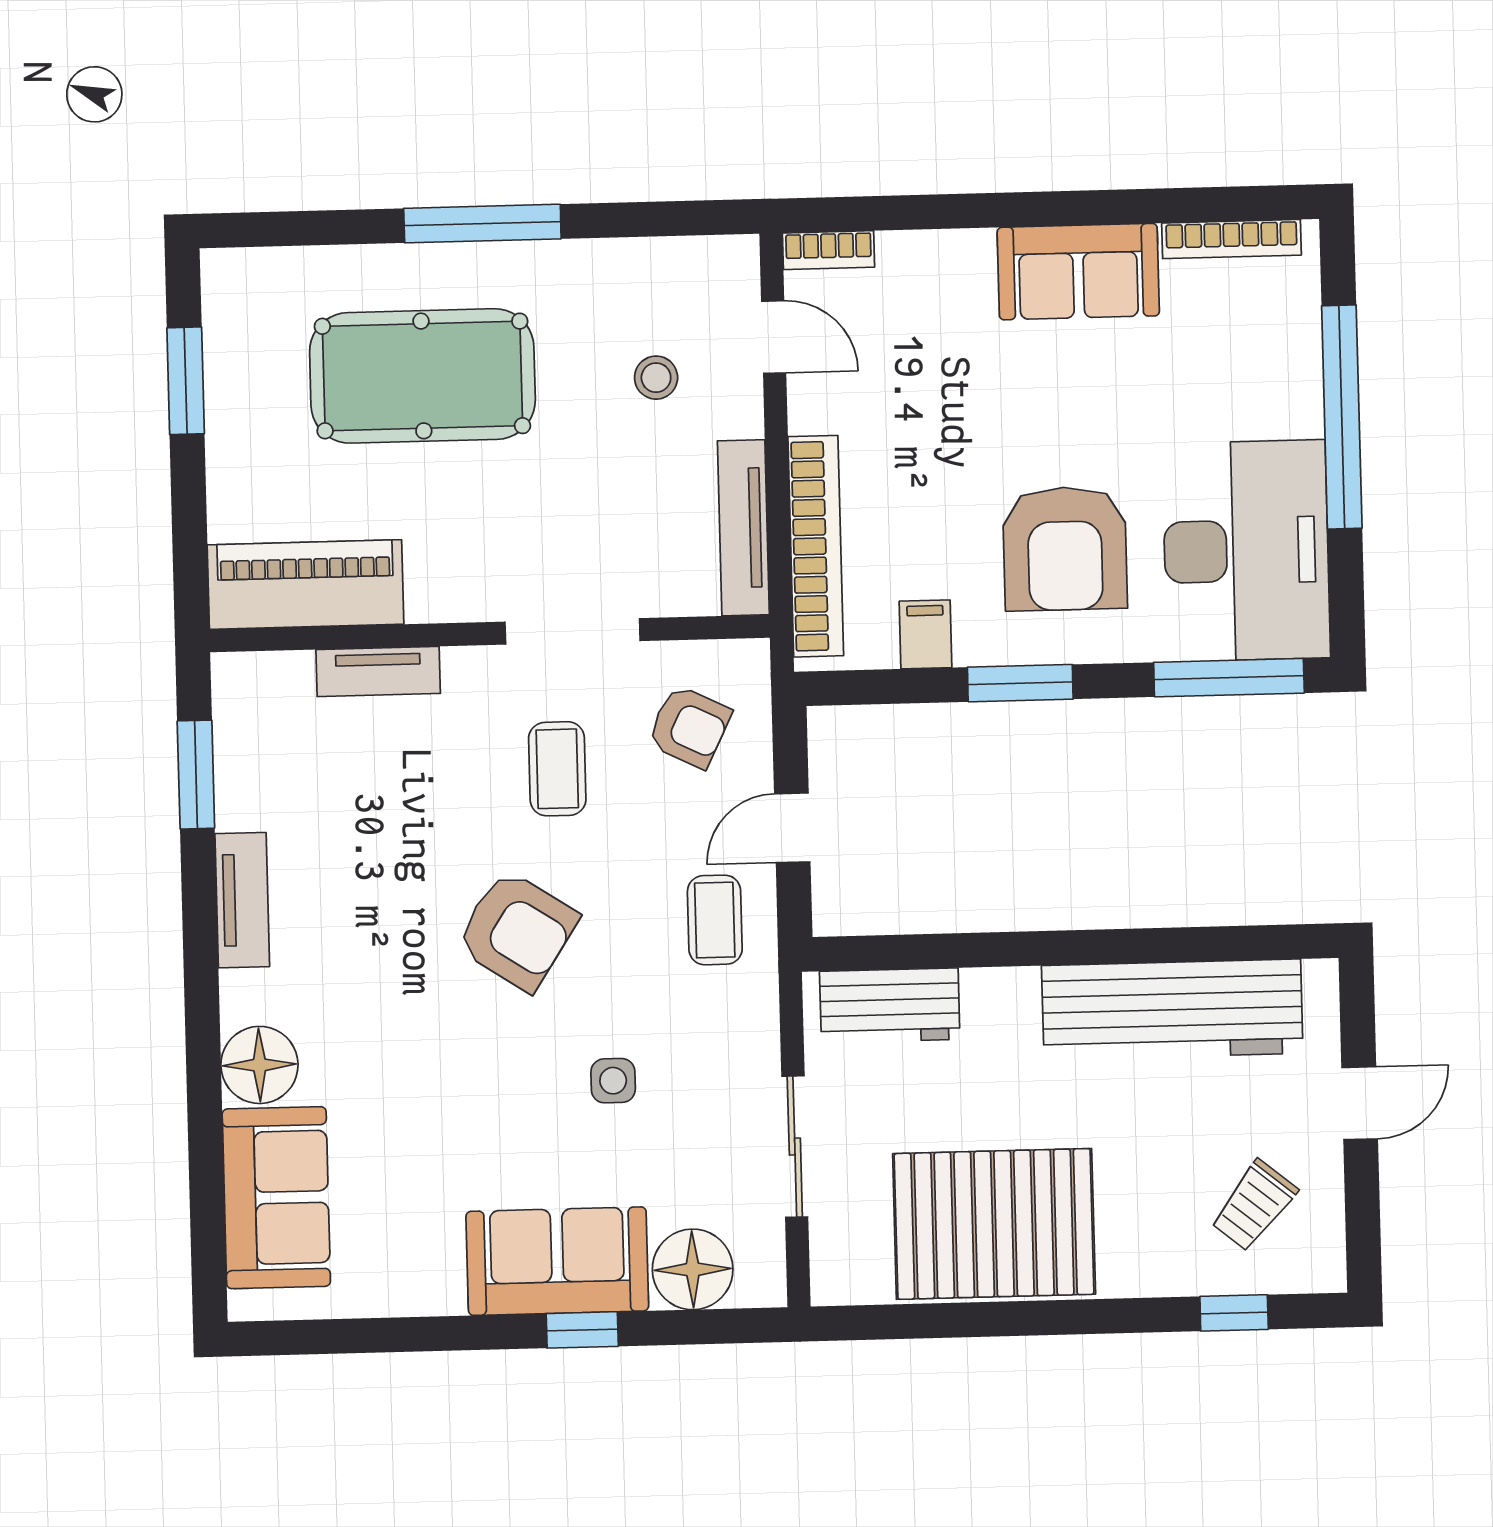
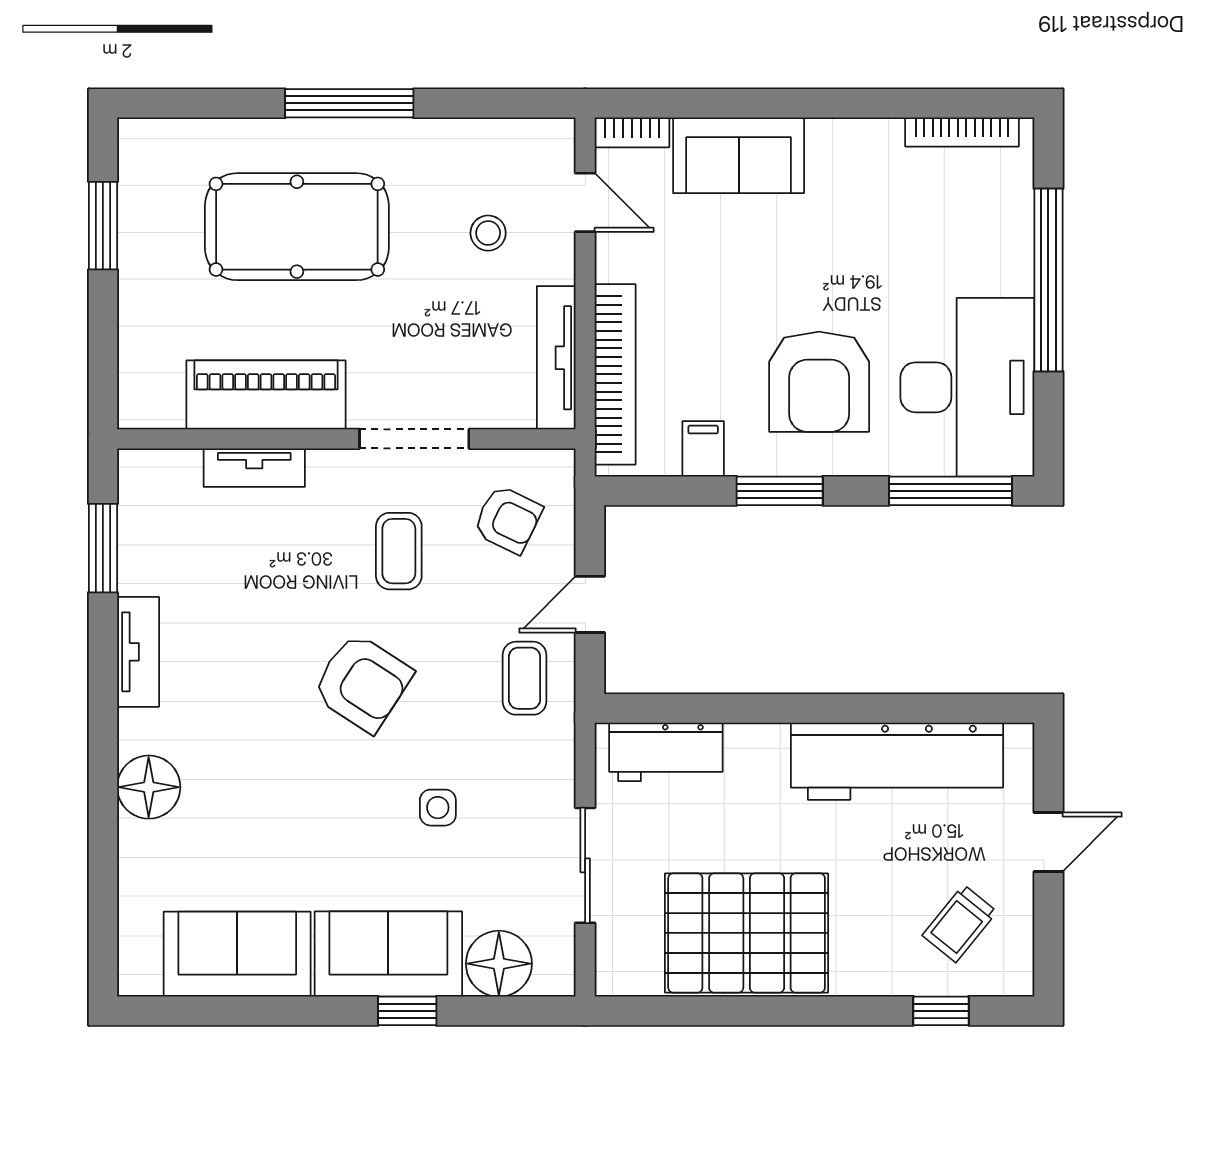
sofa: (1078, 272) -> (739, 155), moved
piano: (306, 585) -> (266, 395), moved
sofa: (276, 1198) -> (237, 954), moved, turned -90

